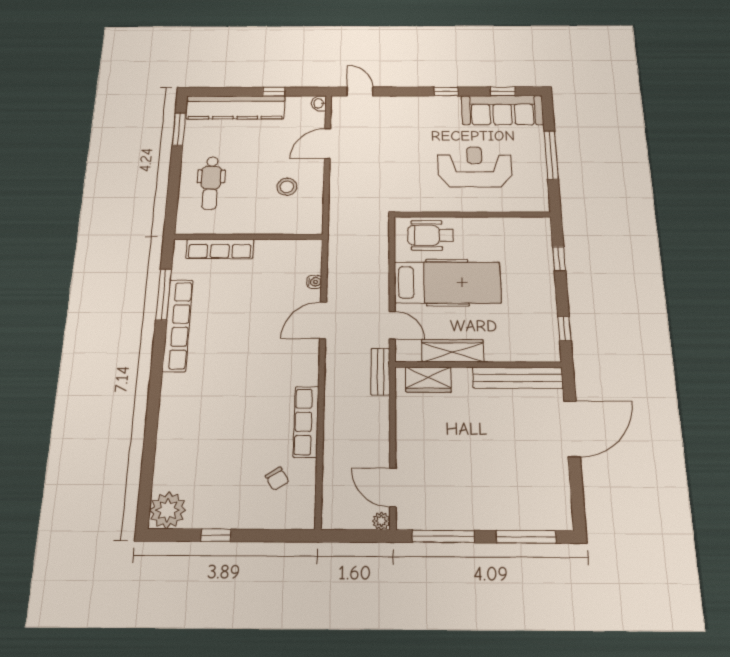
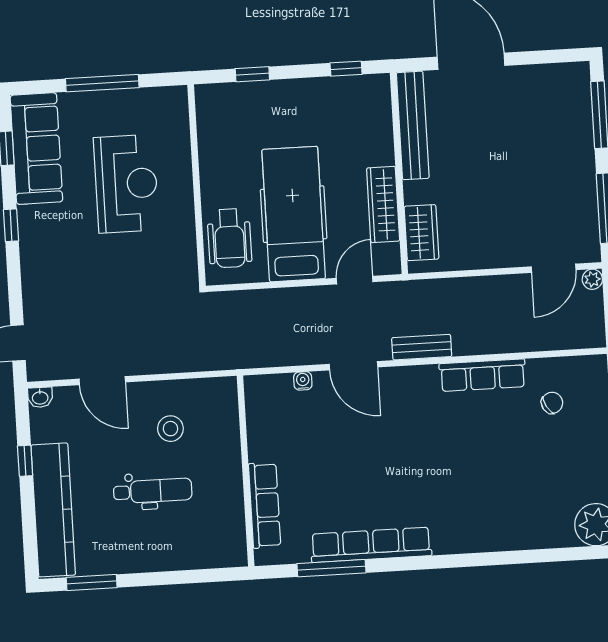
reception desk: (475, 167) -> (126, 184), turned 180
dental chair: (211, 183) -> (153, 491), moved
bench: (380, 372) -> (422, 347), moved

